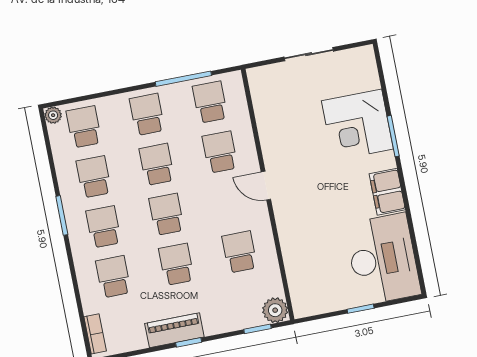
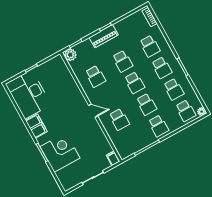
filing cabinet: (257, 79) -> (113, 158), added
school desk: (210, 102) -> (131, 141), removed
piano: (174, 330) -> (104, 36), moved

